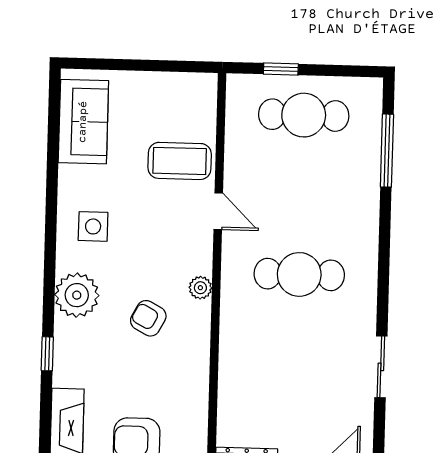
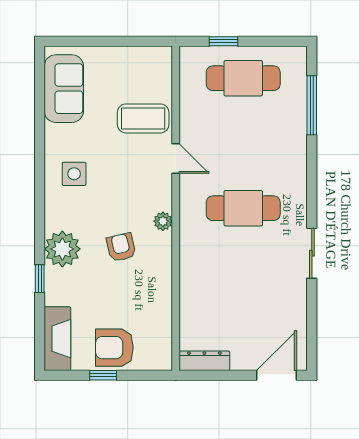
plant: (77, 295) -> (62, 249), moved
armchair: (148, 318) -> (121, 247), turned 49
sliding door: (381, 367) -> (312, 253), moved

